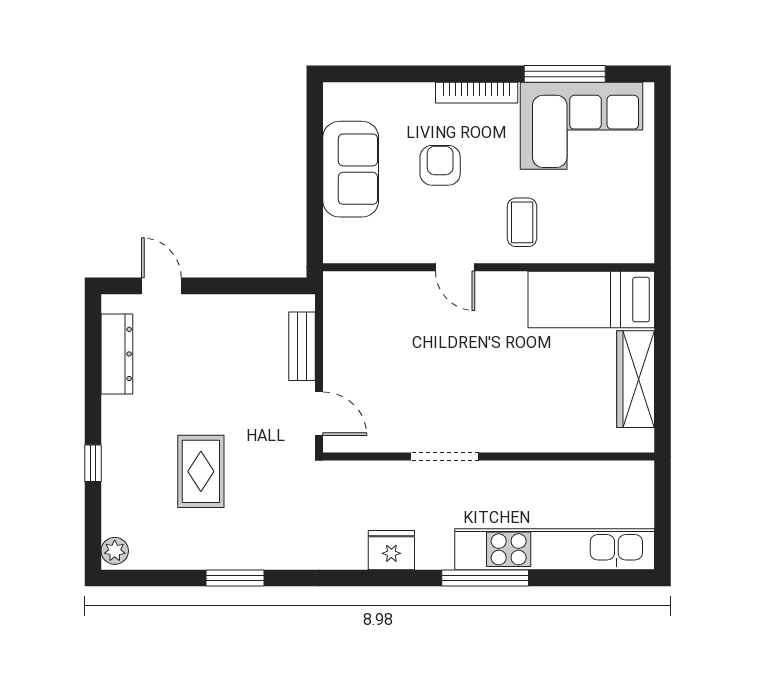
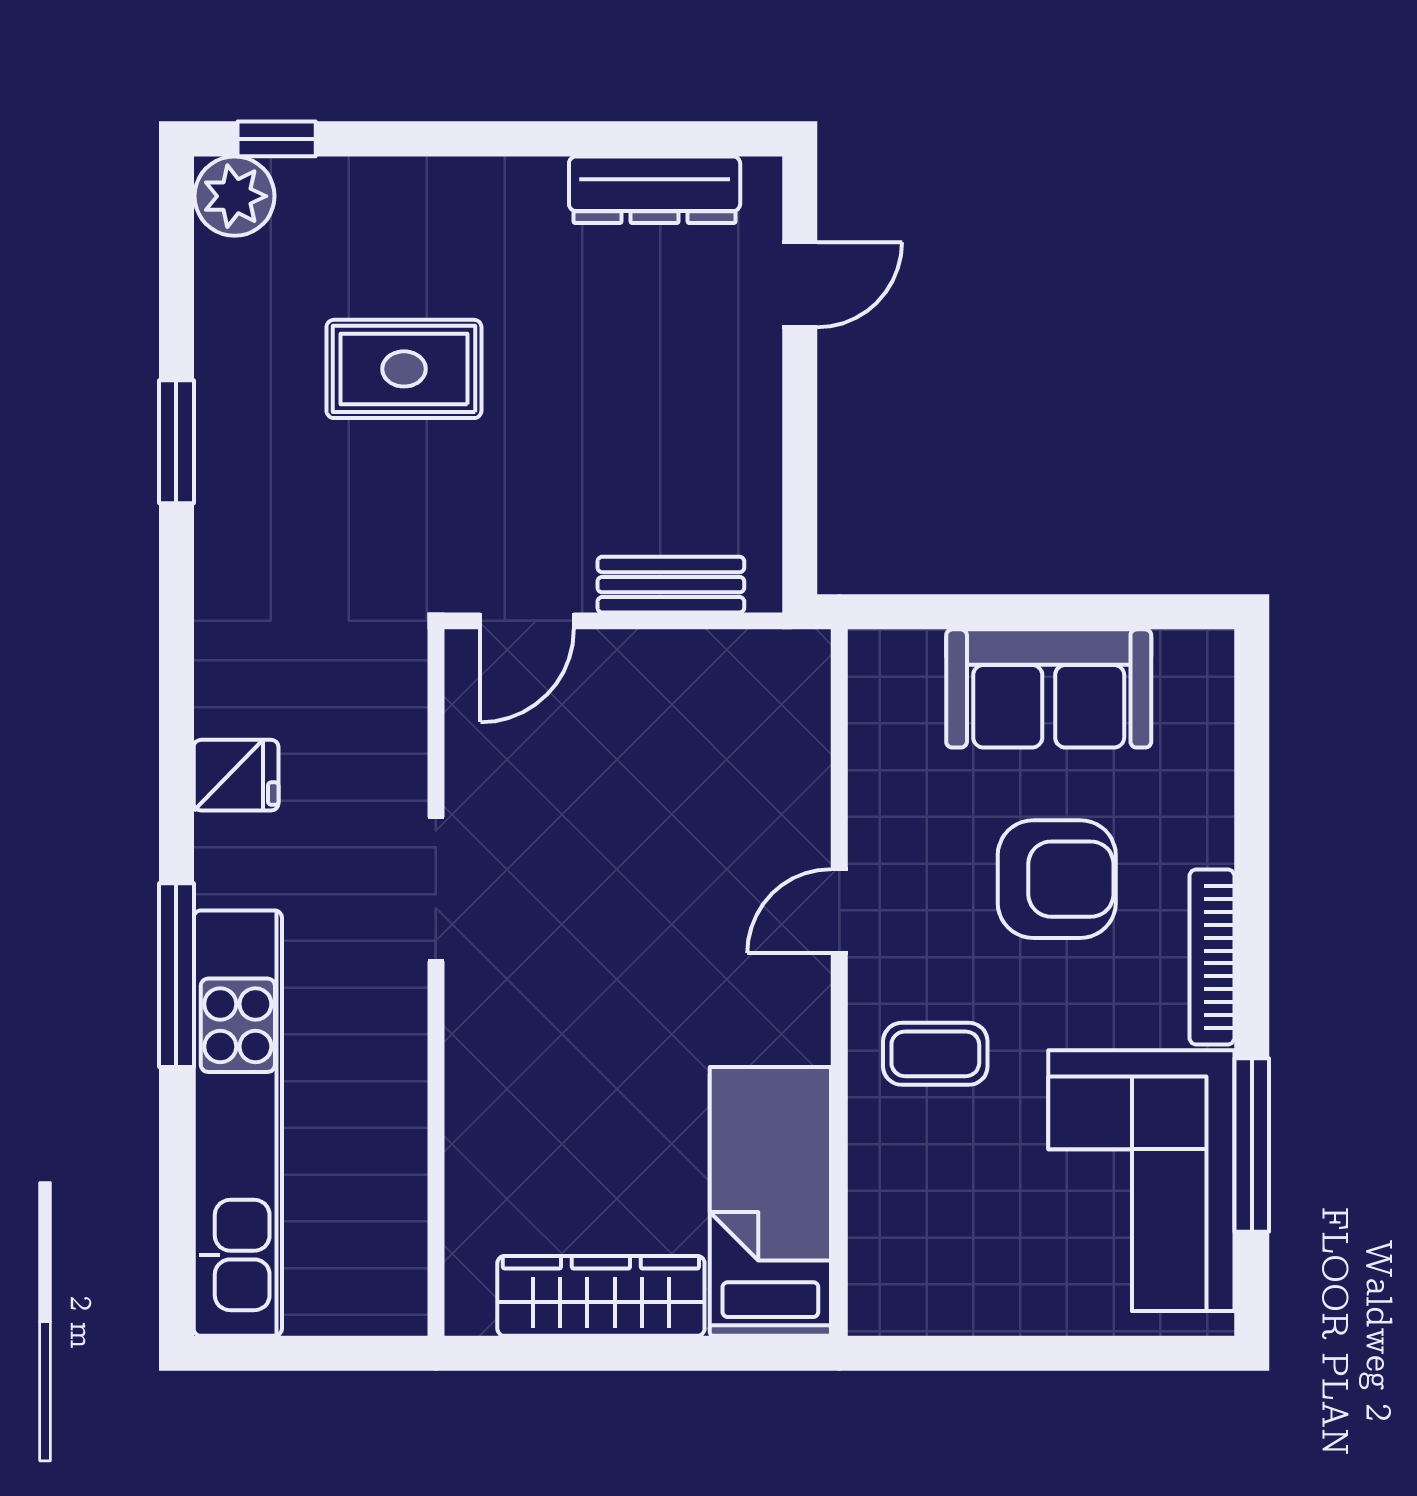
armchair: (440, 165) -> (1057, 879), width x1.38, depth x1.38
window: (93, 463) -> (277, 139), moved
fridge: (391, 550) -> (236, 775), width x0.72
plant: (115, 551) -> (235, 196), width x1.38, depth x1.38

